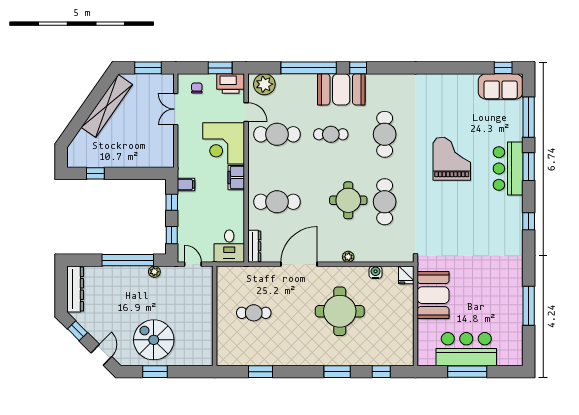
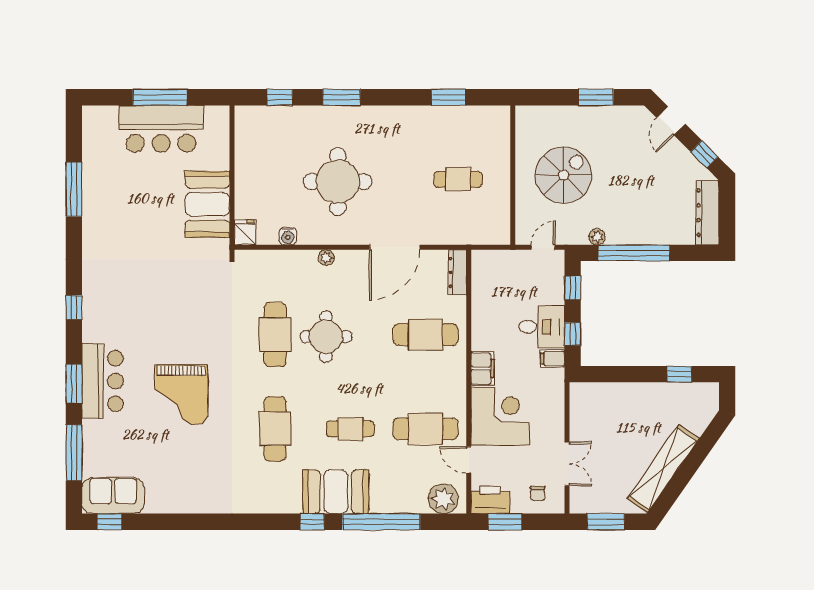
desk: (229, 246) -> (542, 327), moved, turned 90
door: (193, 264) -> (543, 247), swing flipped
spiral stairs: (154, 340) -> (563, 175), moved, turned -90

